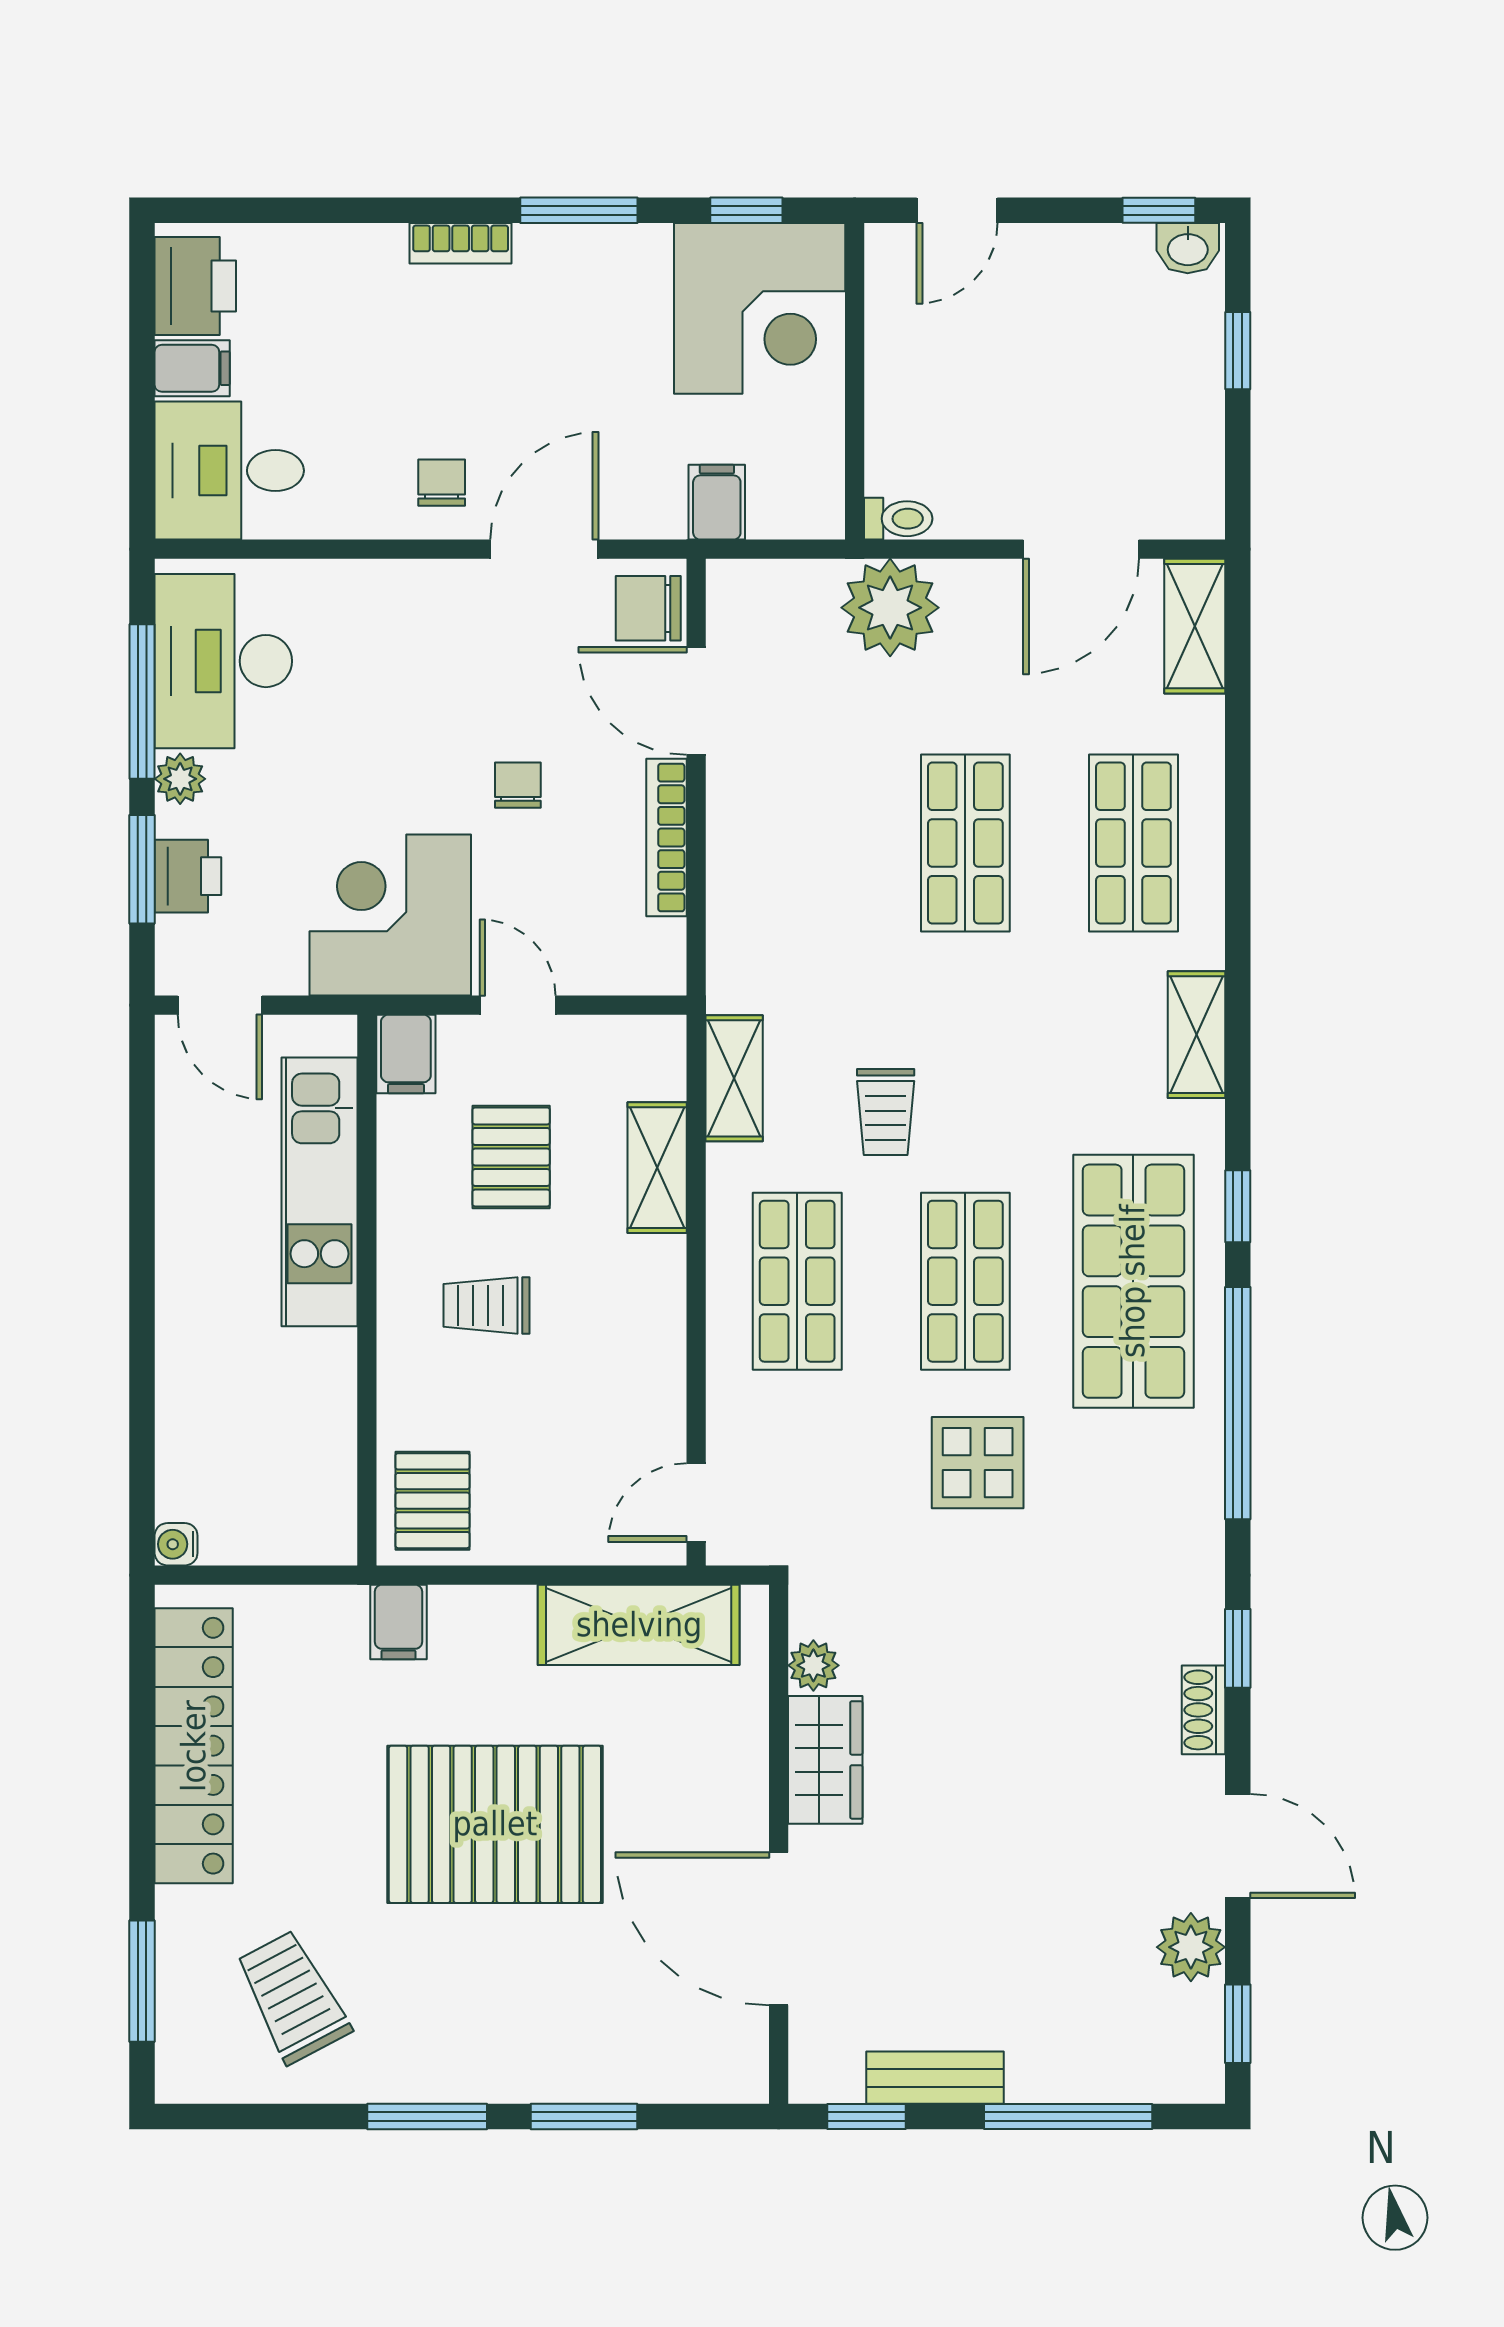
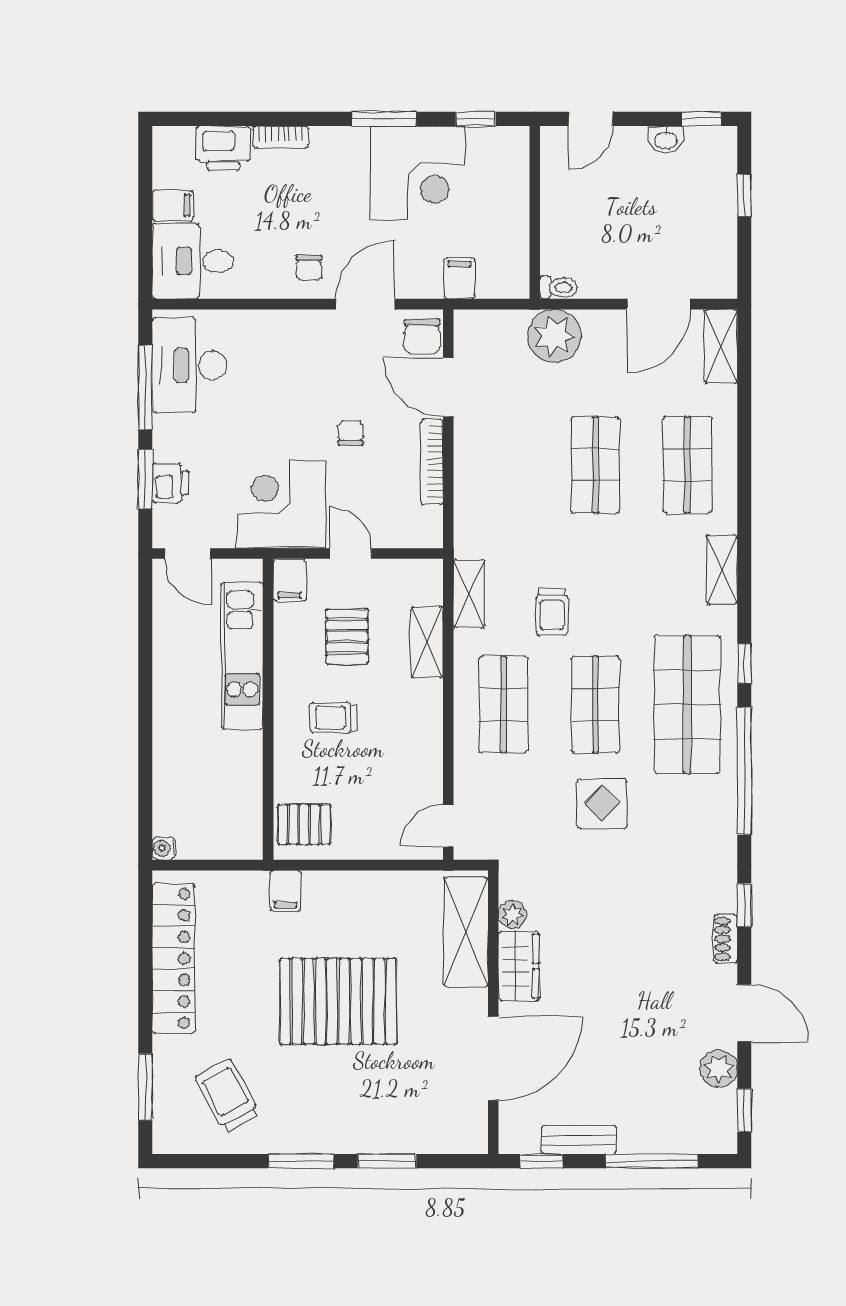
bookcase: (461, 243) -> (281, 137), moved
washbasin: (1188, 248) -> (666, 140), moved
printer: (195, 286) -> (223, 148), moved, turned 90
corner desk: (760, 308) -> (418, 173), moved
chair: (442, 483) -> (309, 268), turned 180
chair: (648, 608) -> (422, 336), turned -90
plant: (180, 779) -> (166, 430), removed
pallet: (433, 1501) -> (304, 824), turned 90
shelving: (639, 1625) -> (466, 932), moved, turned 90
door: (779, 1929) -> (493, 1058), swing flipped

